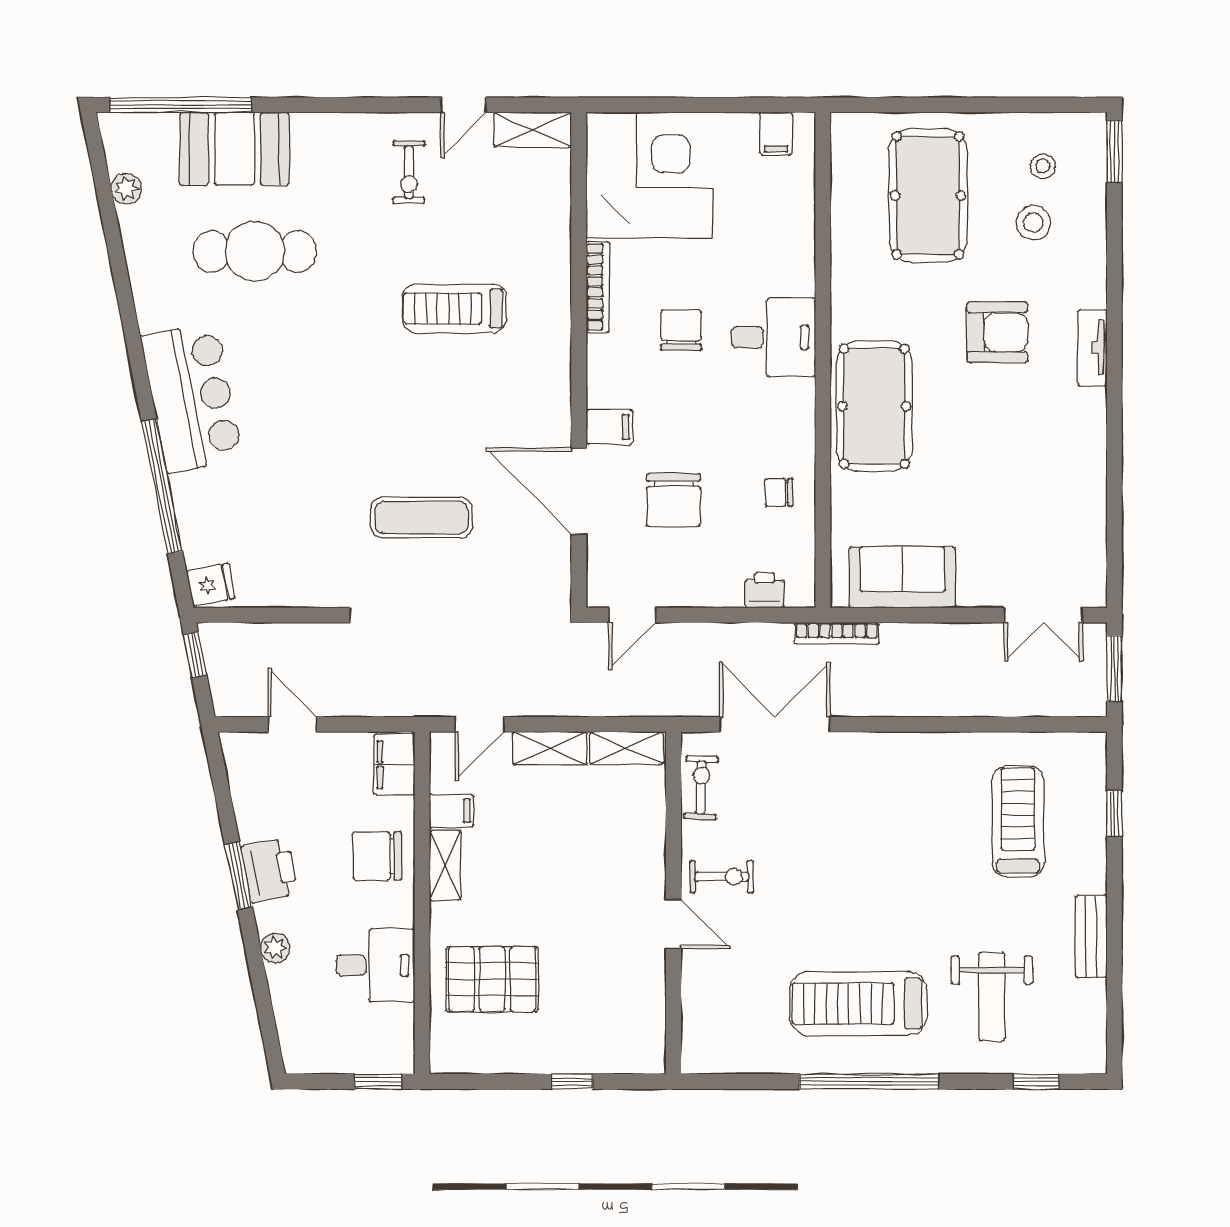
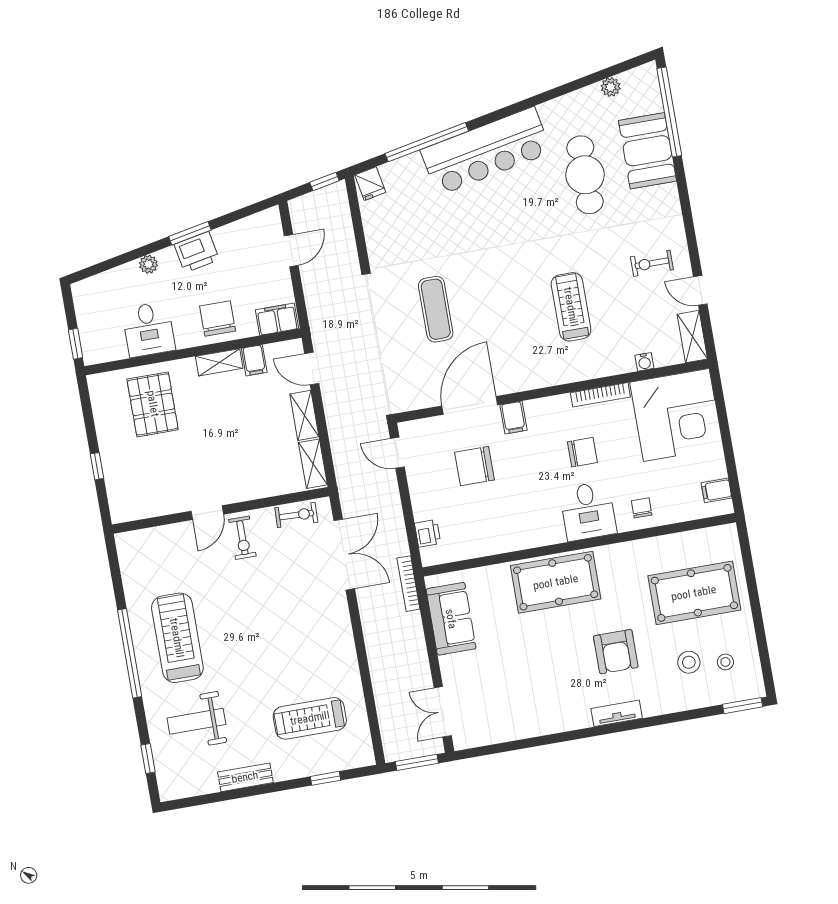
water cooler: (559, 210) -> (644, 362), added
bar counter: (192, 398) -> (486, 151), width x1.36
chair: (779, 492) -> (642, 508), moved
treadmill: (1018, 821) -> (310, 718), turned 180

